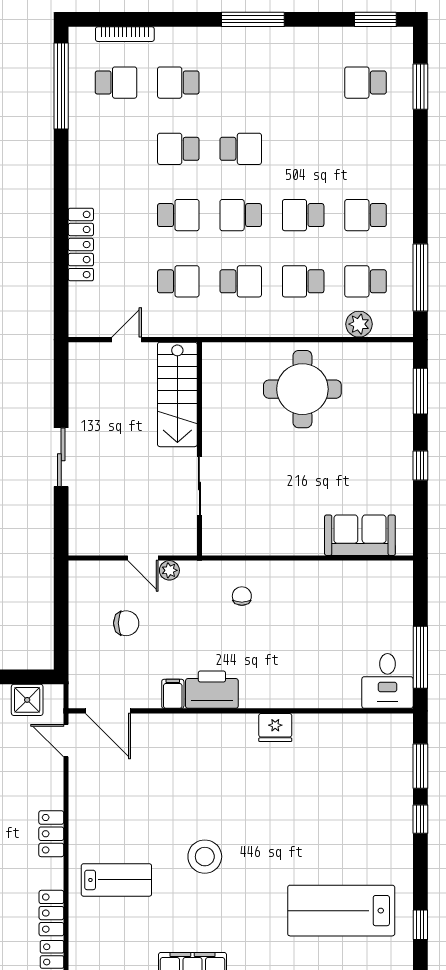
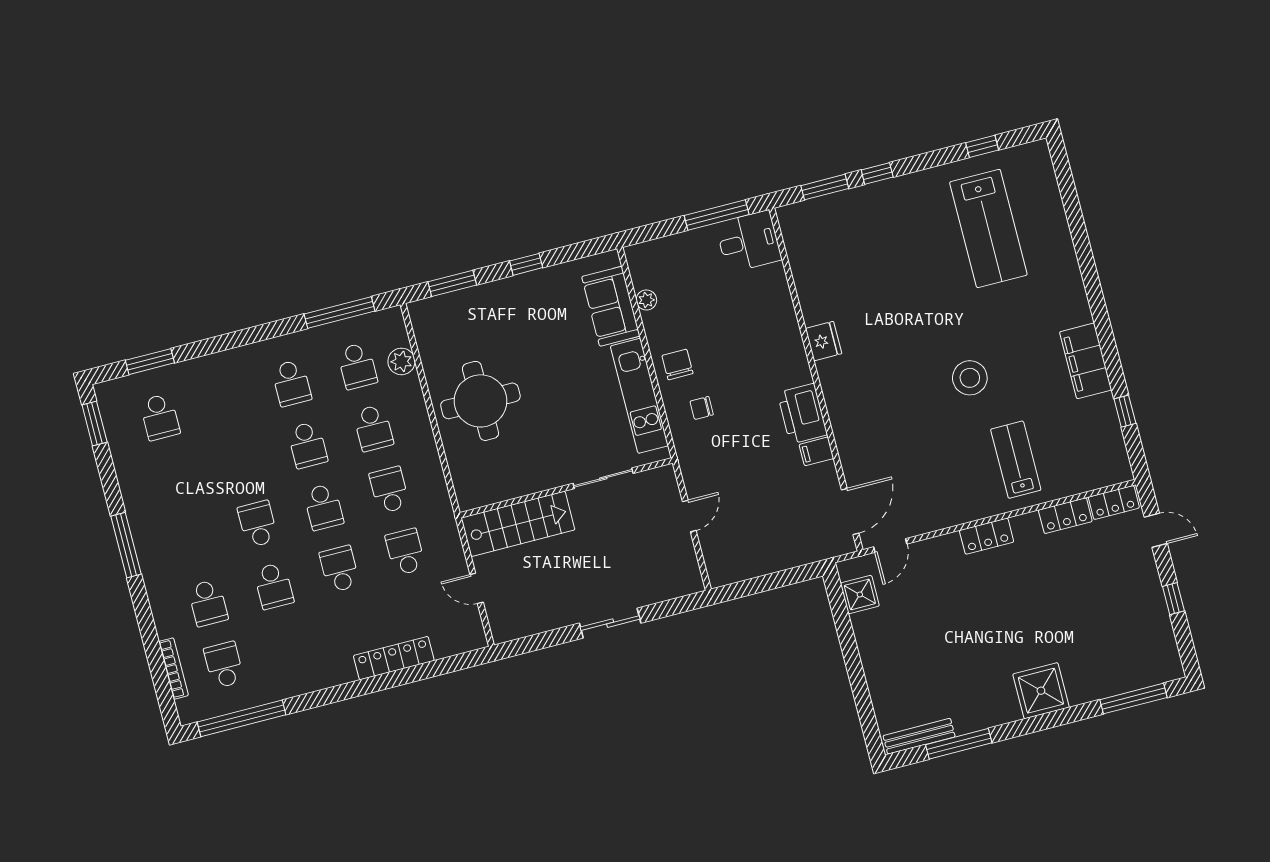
kitchen unit: (268, 540) -> (639, 396), added
plant: (169, 570) -> (646, 300), moved
chair: (126, 623) -> (677, 364), moved

